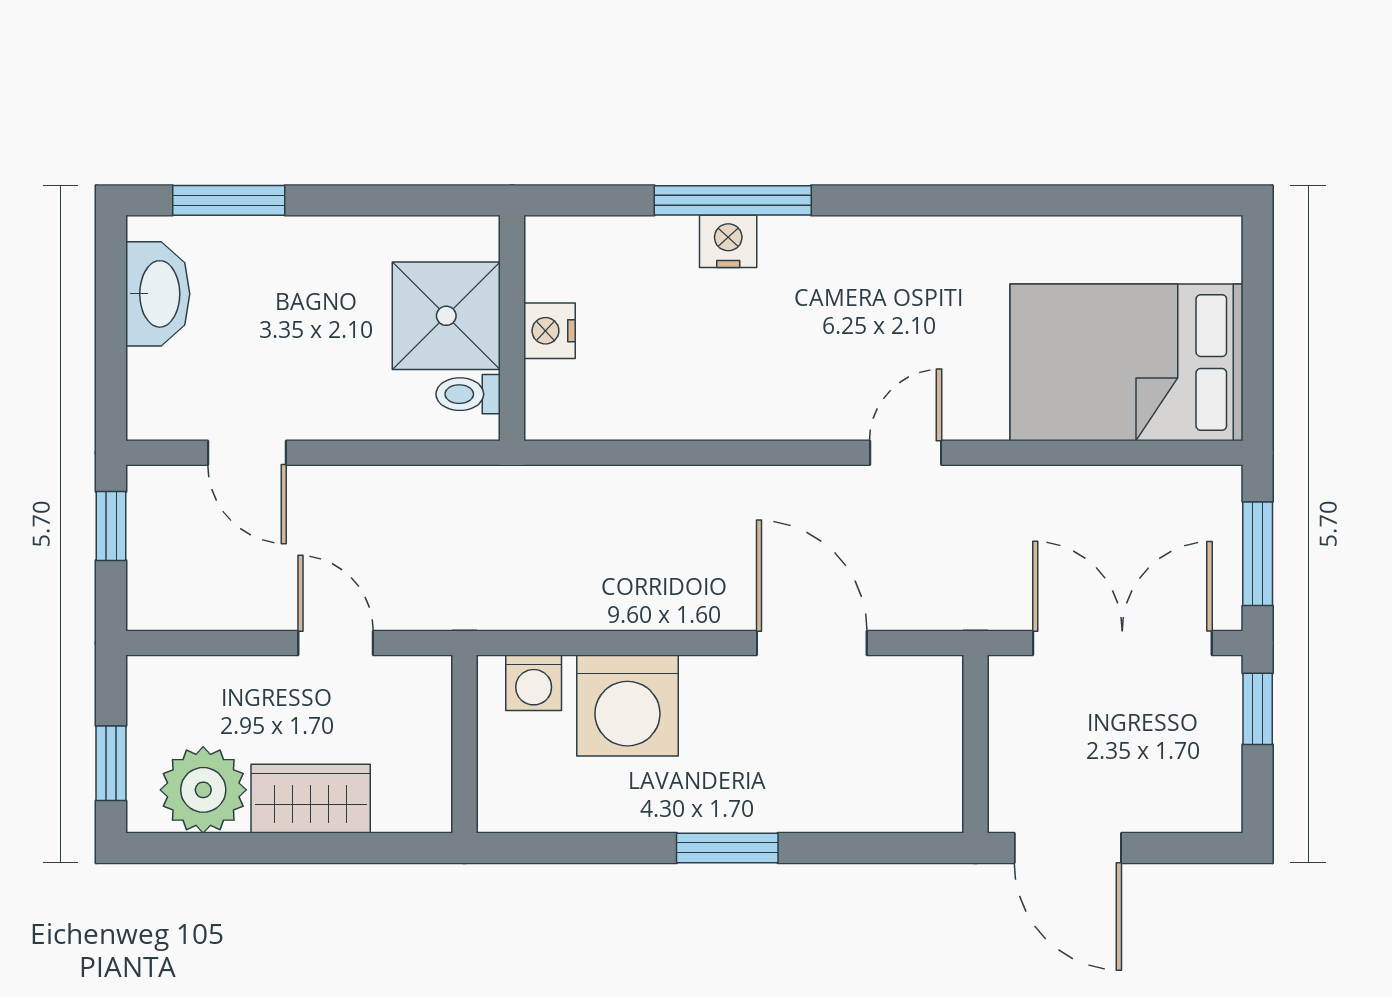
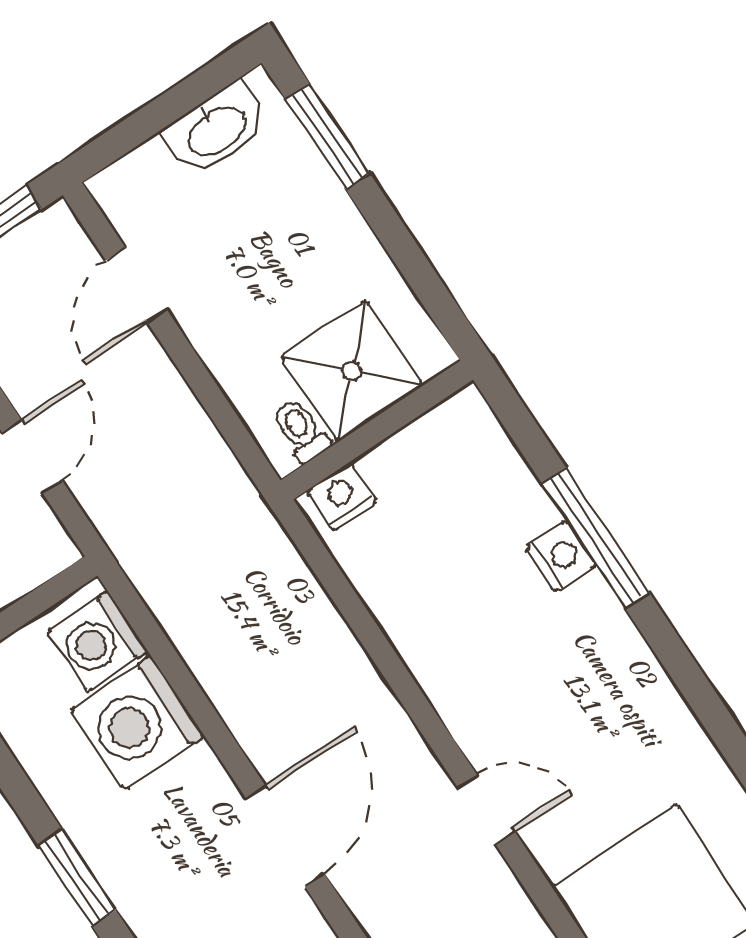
nightstand: (550, 331) -> (342, 496), moved
washing machine: (534, 683) -> (97, 641), width x1.38, depth x1.38

